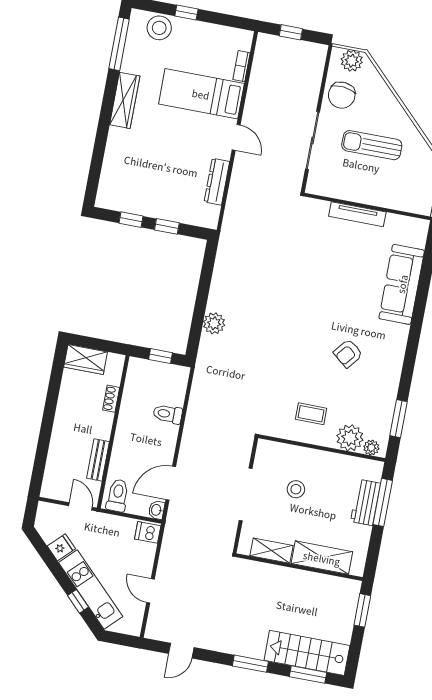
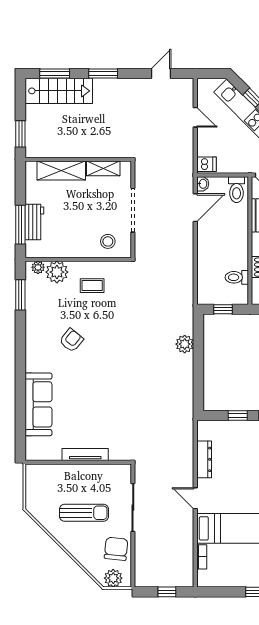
toilet: (168, 414) -> (237, 277), moved, turned 180
stool: (296, 489) -> (108, 241), moved

